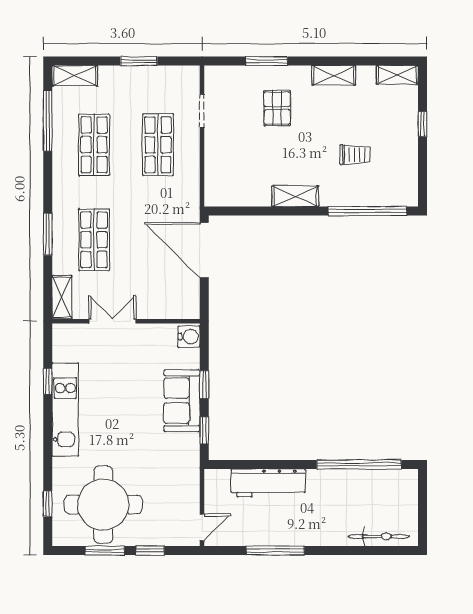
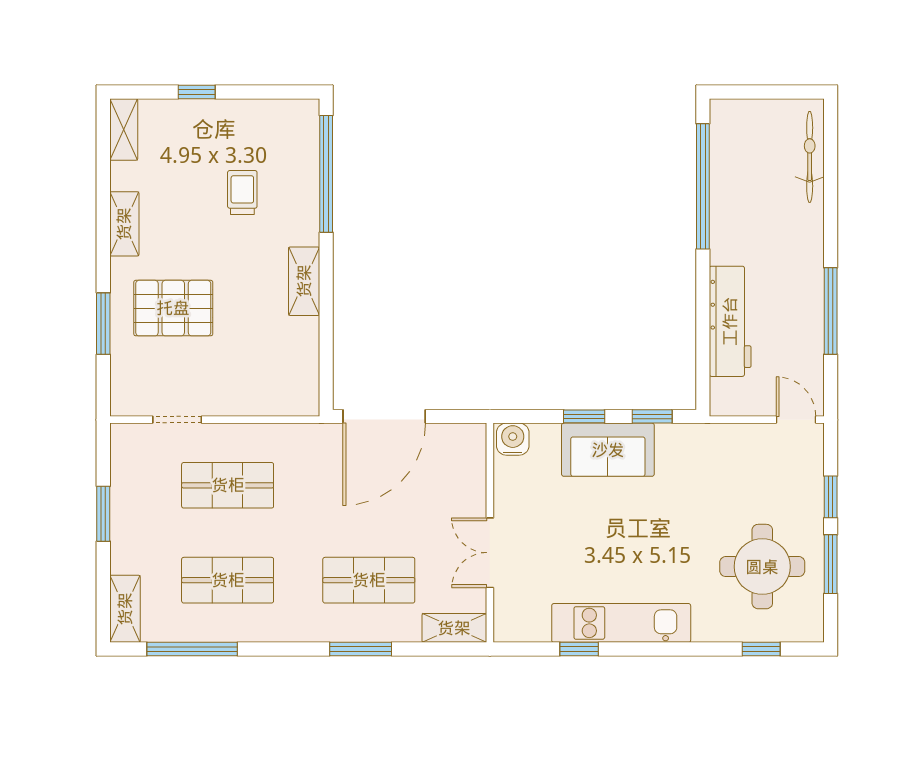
pallet: (277, 108) -> (173, 308), width x1.50, depth x1.42
round table: (103, 504) -> (762, 567), width x0.73, depth x0.73

